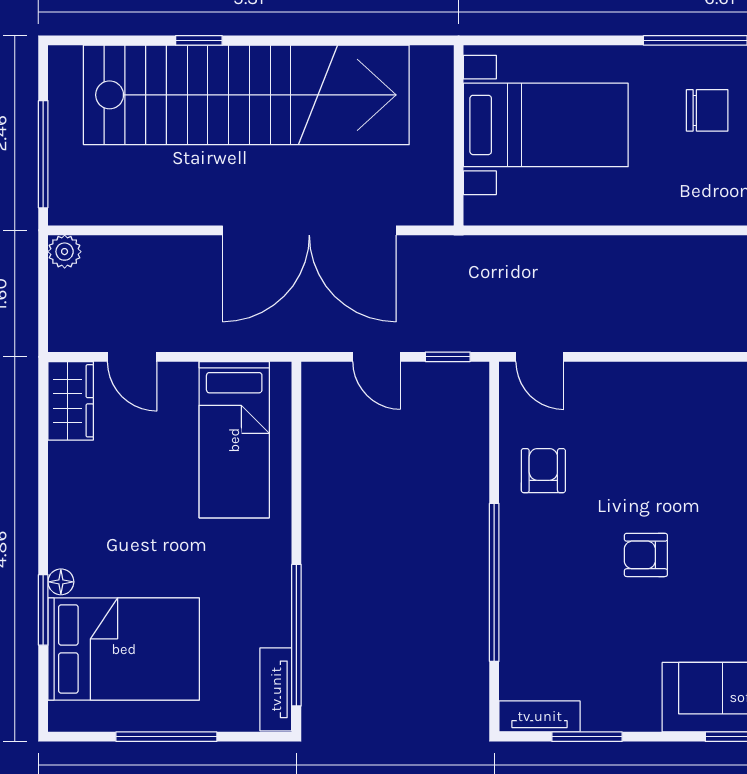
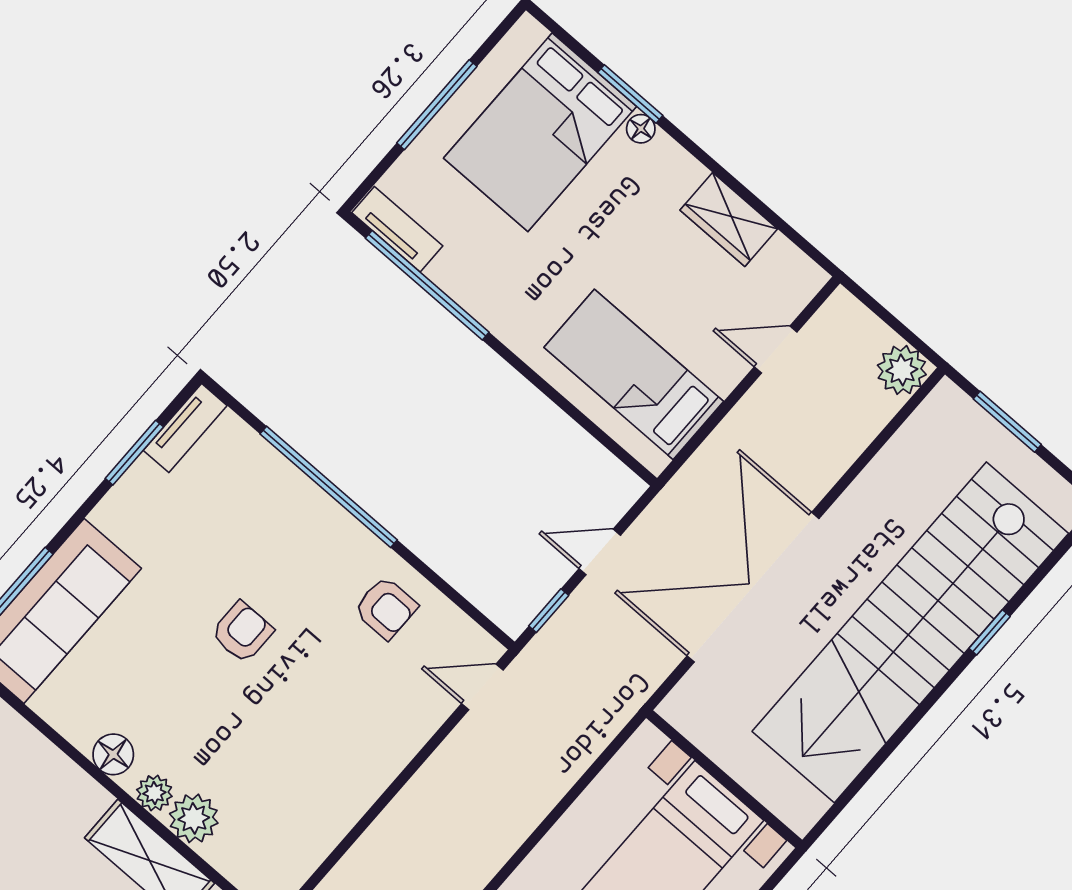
window: (43, 154) -> (1007, 422), width x0.69
plant: (65, 252) -> (902, 370), width x1.38, depth x1.38
wardrobe: (71, 401) -> (729, 219), moved

